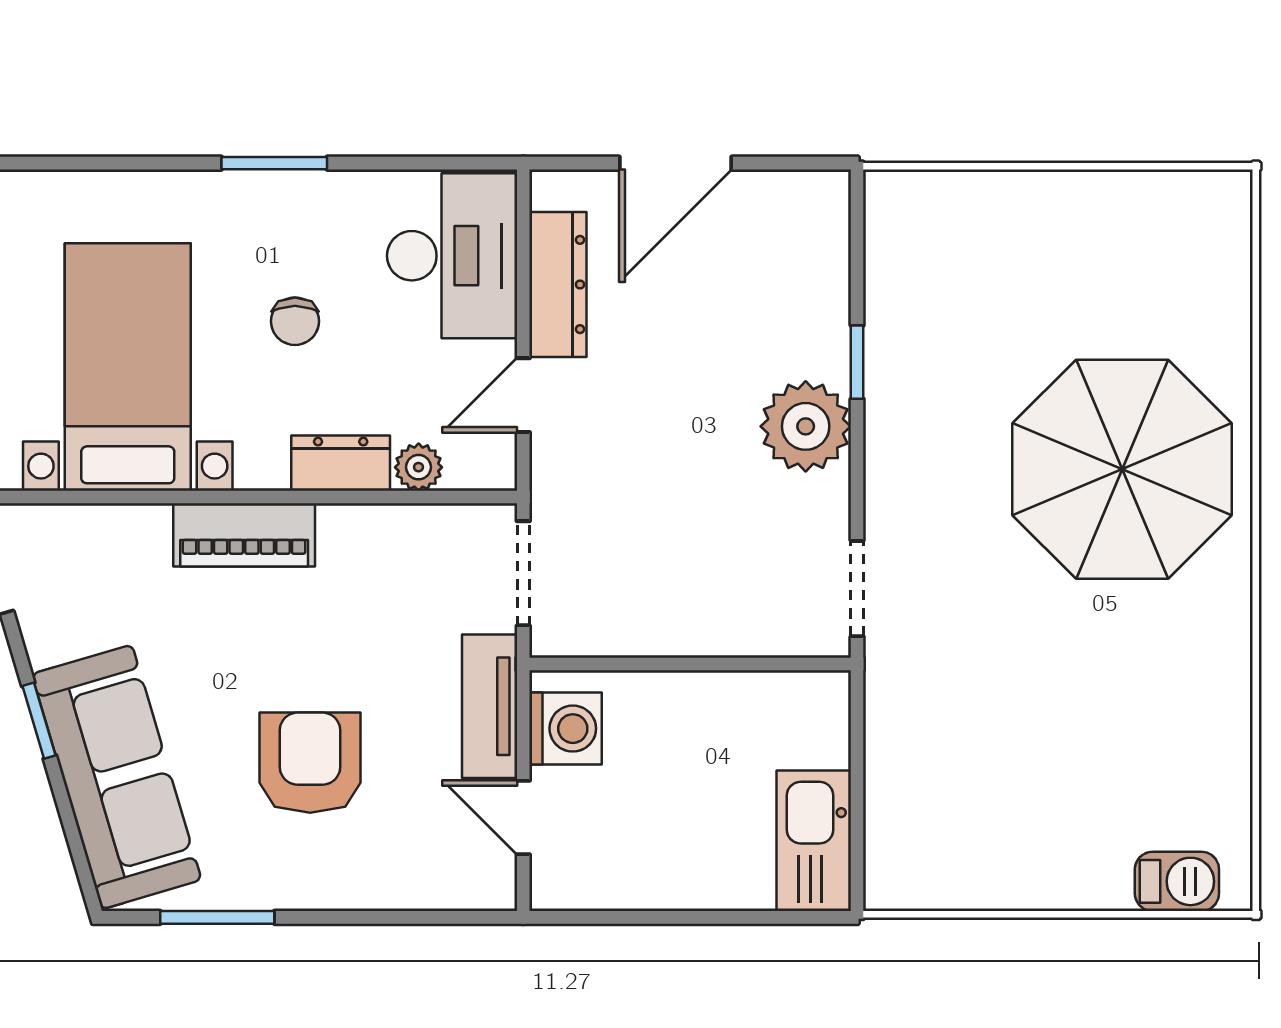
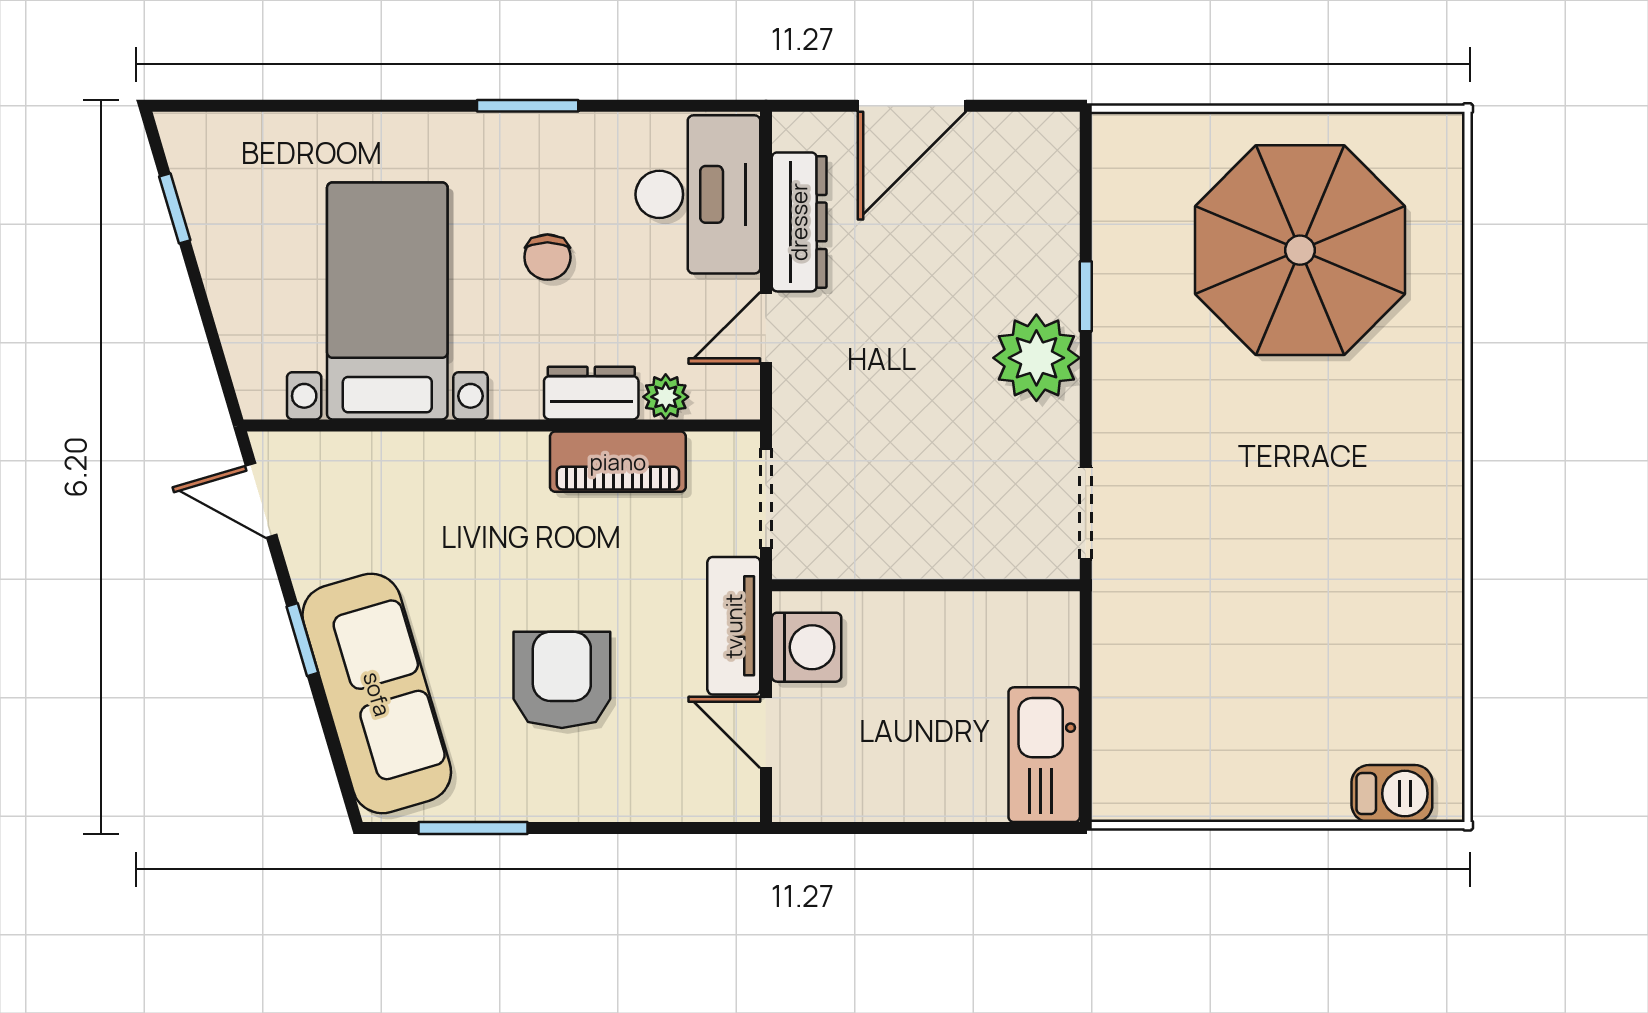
parasol: (1122, 469) -> (1300, 250), moved
piano: (244, 535) -> (618, 462), moved

